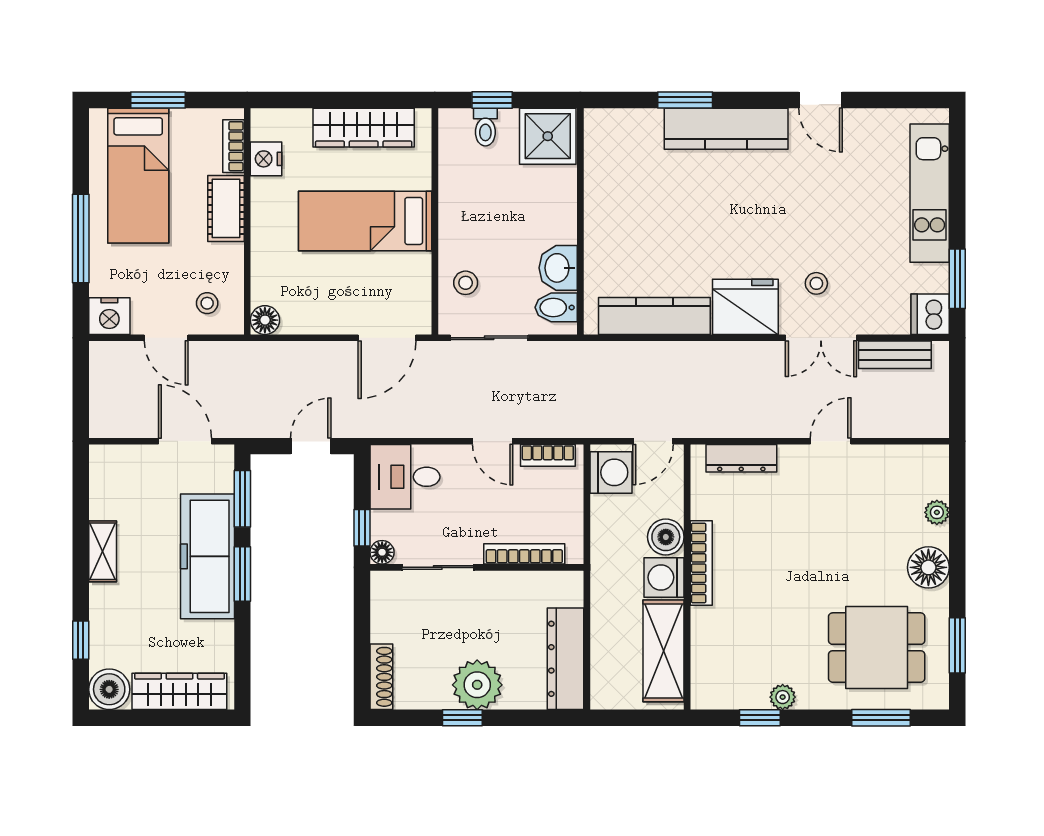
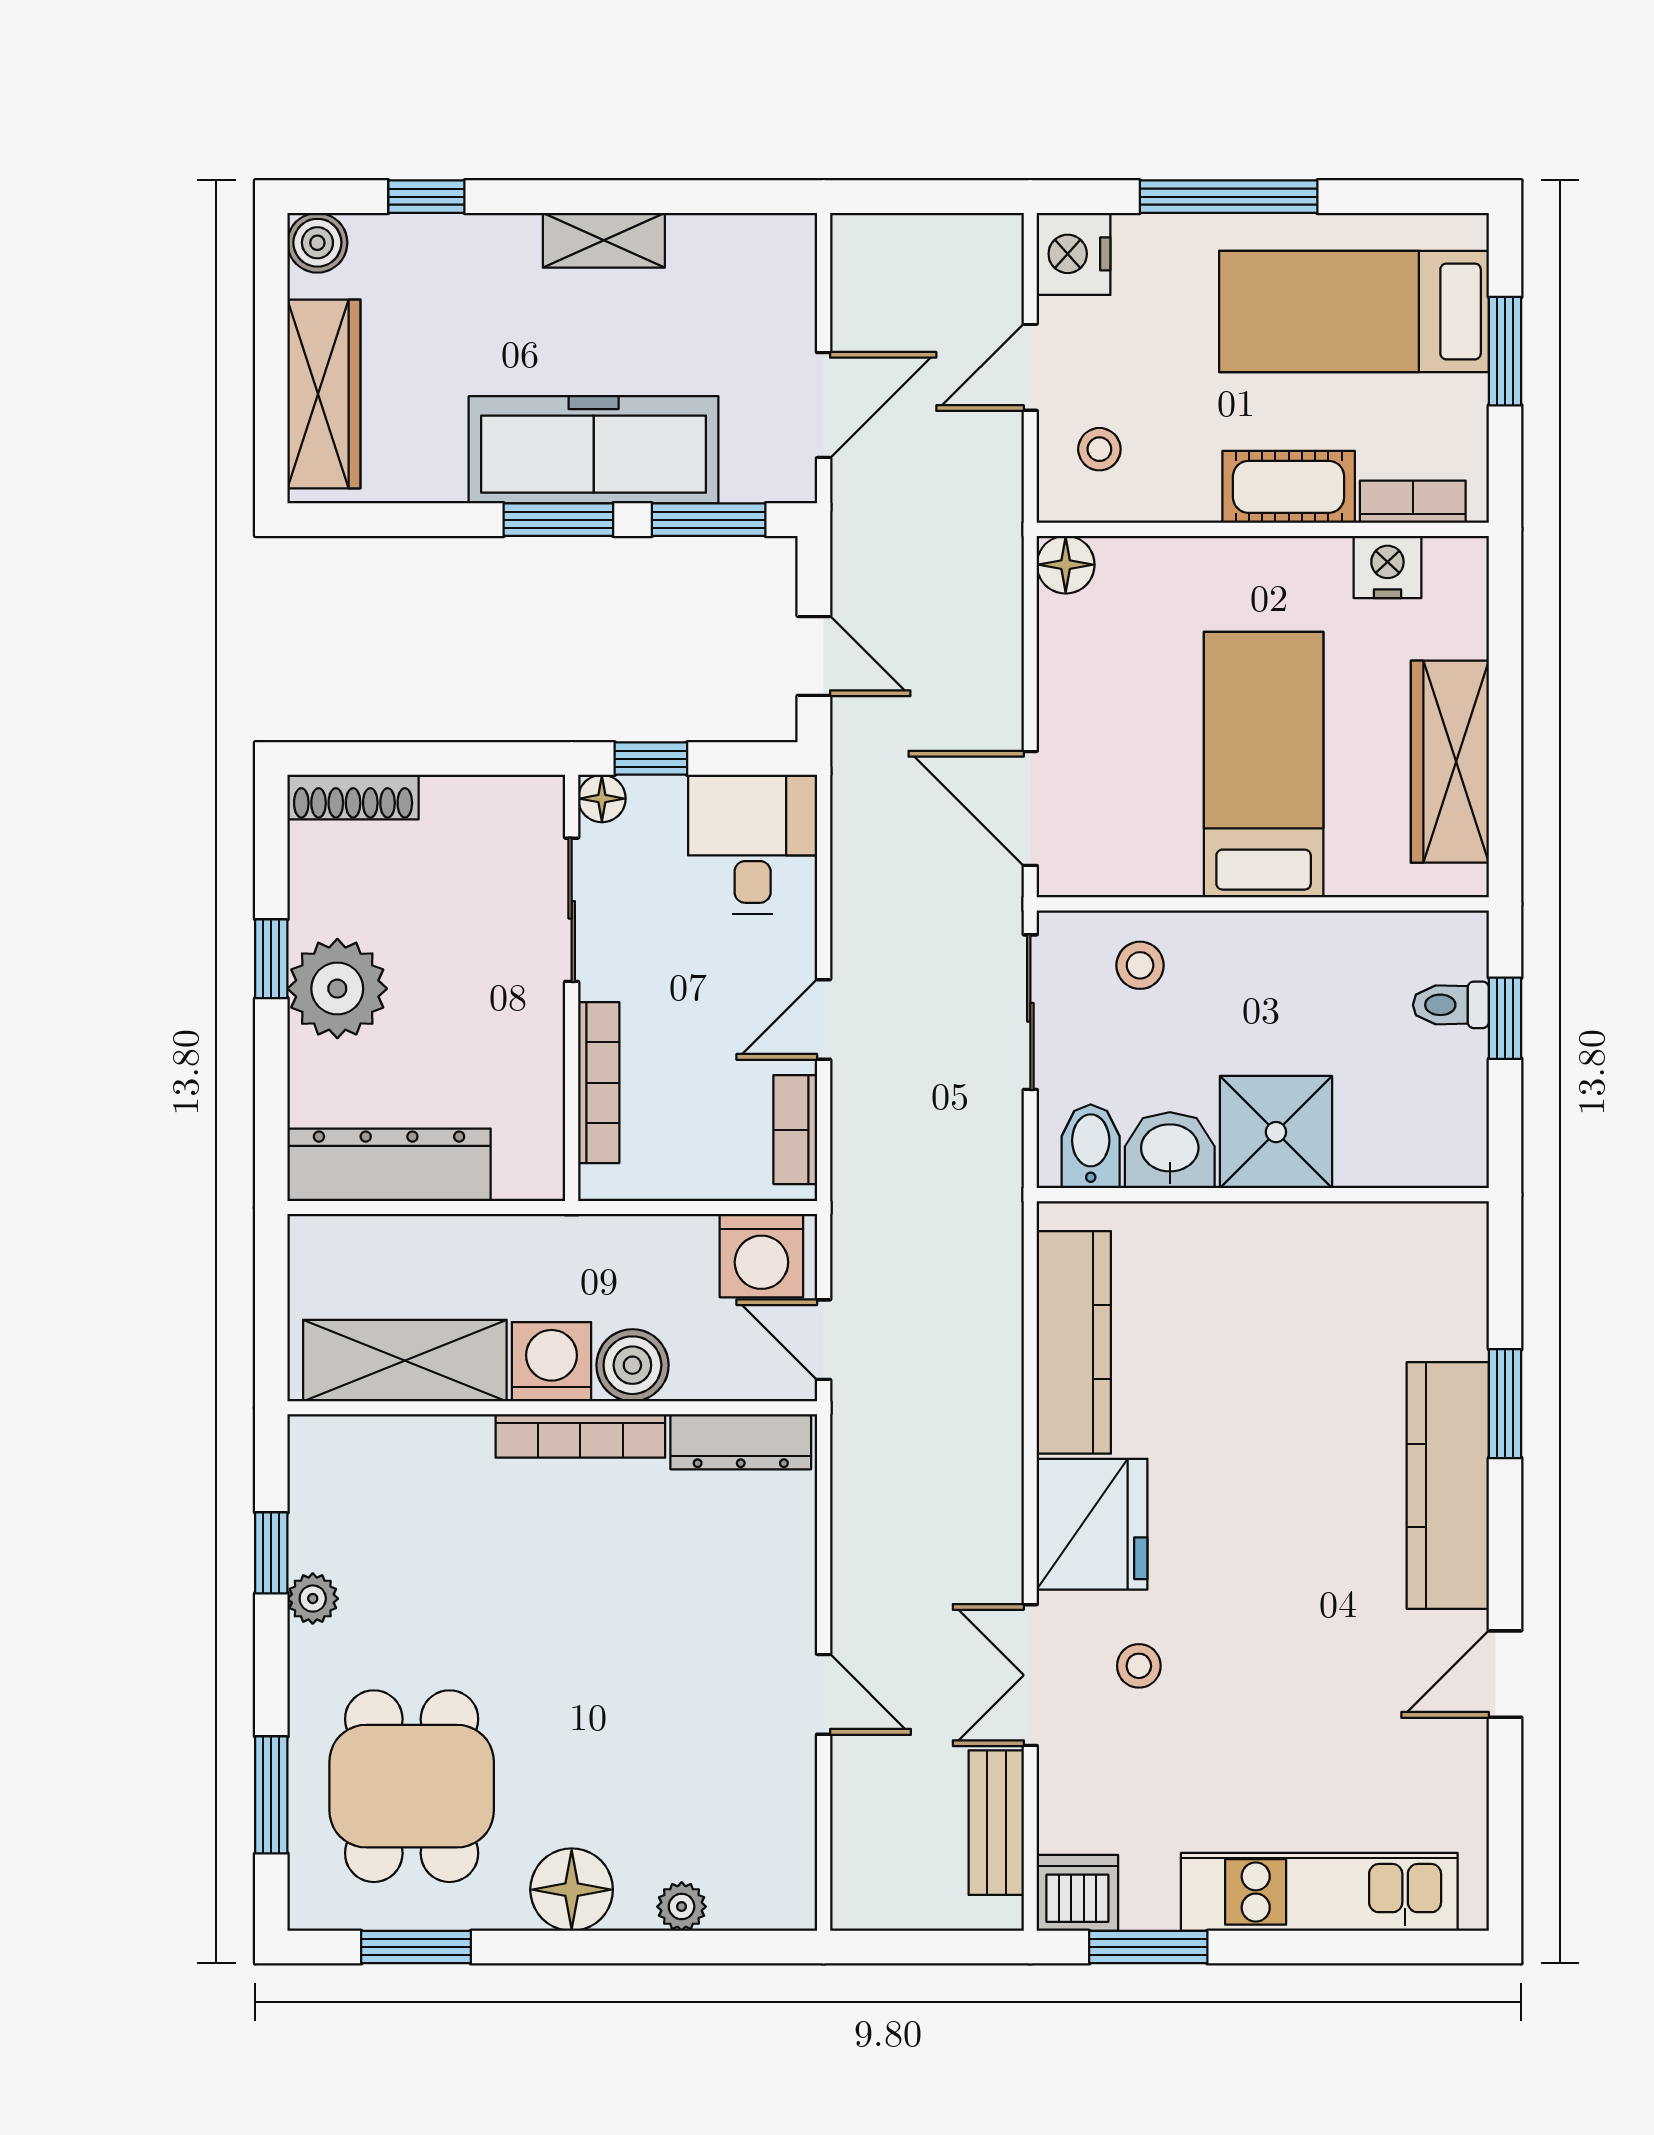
shower: (548, 136) -> (1276, 1132), moved
dresser: (741, 458) -> (741, 1442), moved, turned -90
boiler: (109, 689) -> (317, 243), width x0.73, depth x0.73

